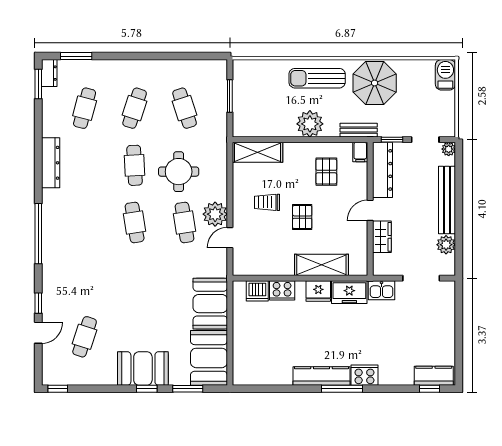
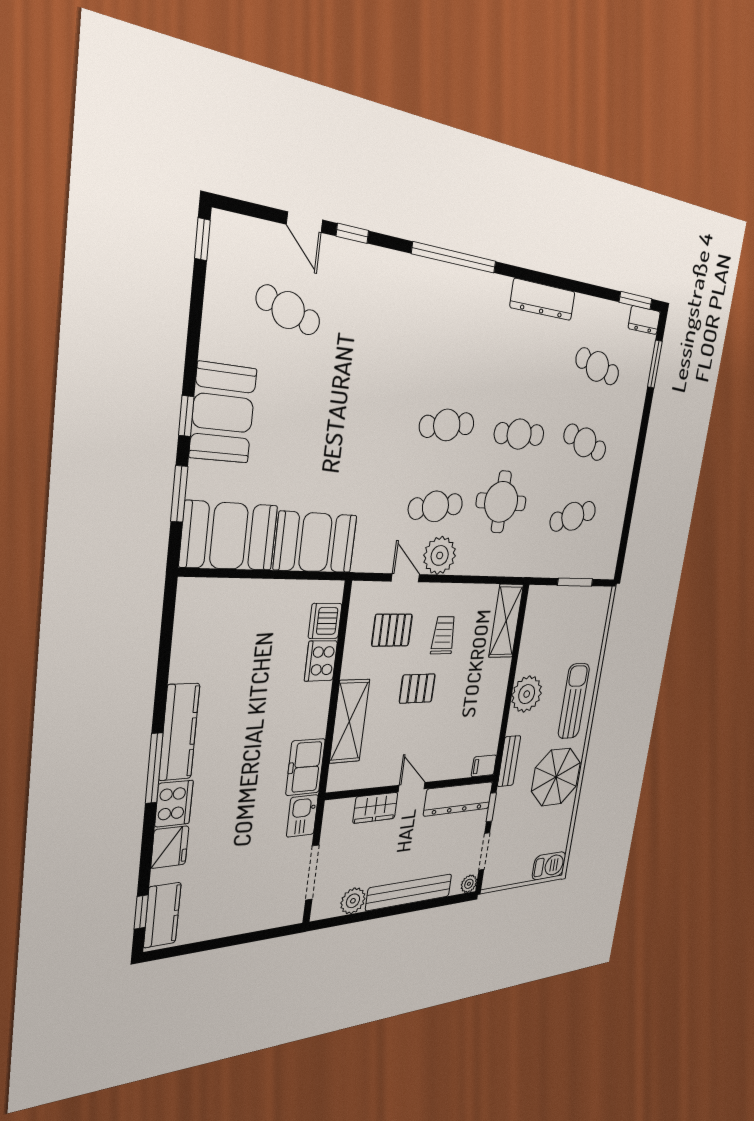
pallet: (326, 172) -> (392, 630), moved
fridge: (318, 291) -> (170, 847), moved, turned 180

